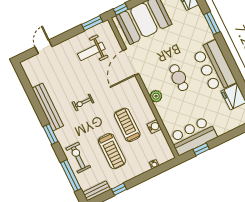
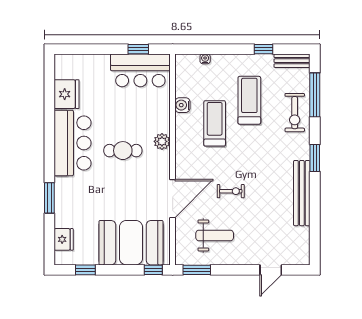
cafe table: (179, 78) -> (123, 151), turned 90
exercise bike: (83, 102) -> (231, 191), moved
treadmill: (127, 125) -> (215, 123), turned 180

